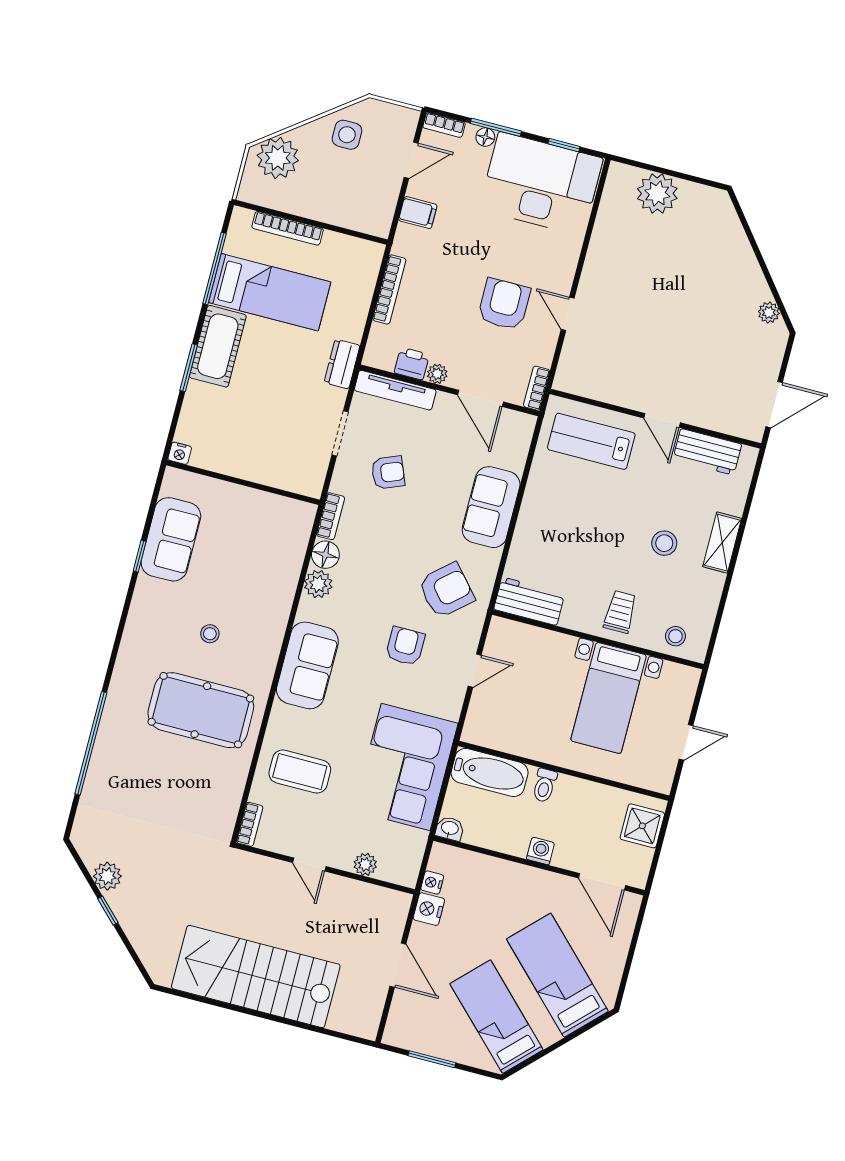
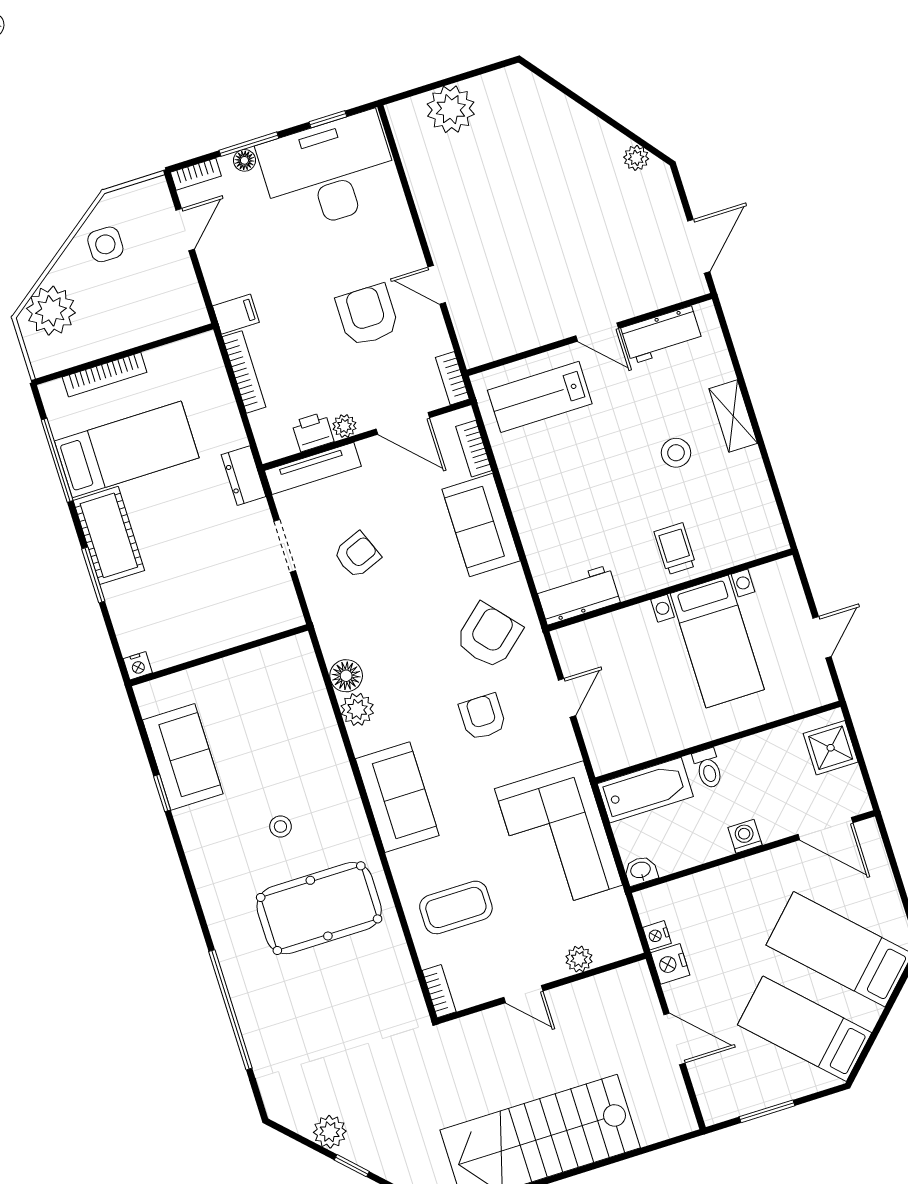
filing cabinet: (418, 213) -> (236, 314), moved
bookcase: (331, 516) -> (474, 449), moved, turned 180
stool: (675, 636) -> (745, 538), removed

